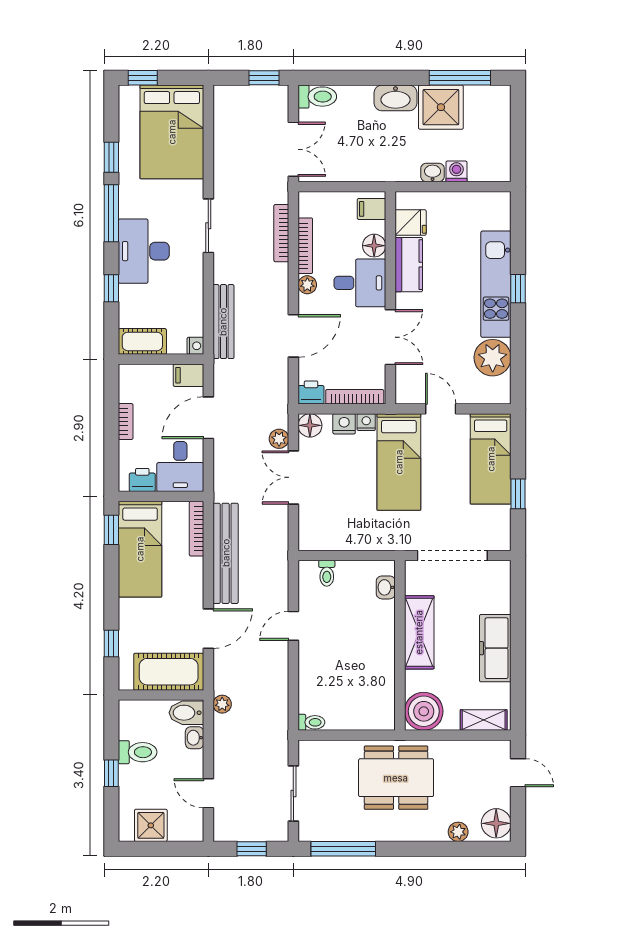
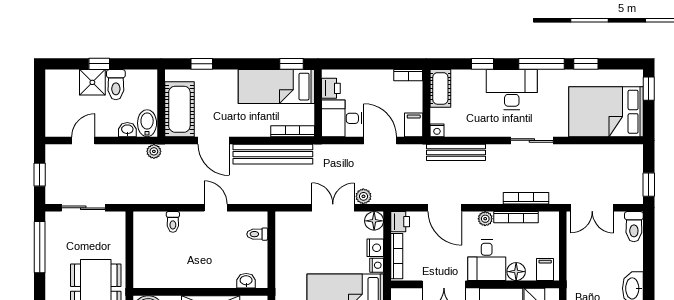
bookcase: (126, 422) -> (408, 75), moved
toilet: (311, 722) -> (173, 222), moved
shower: (151, 825) -> (92, 82), moved

